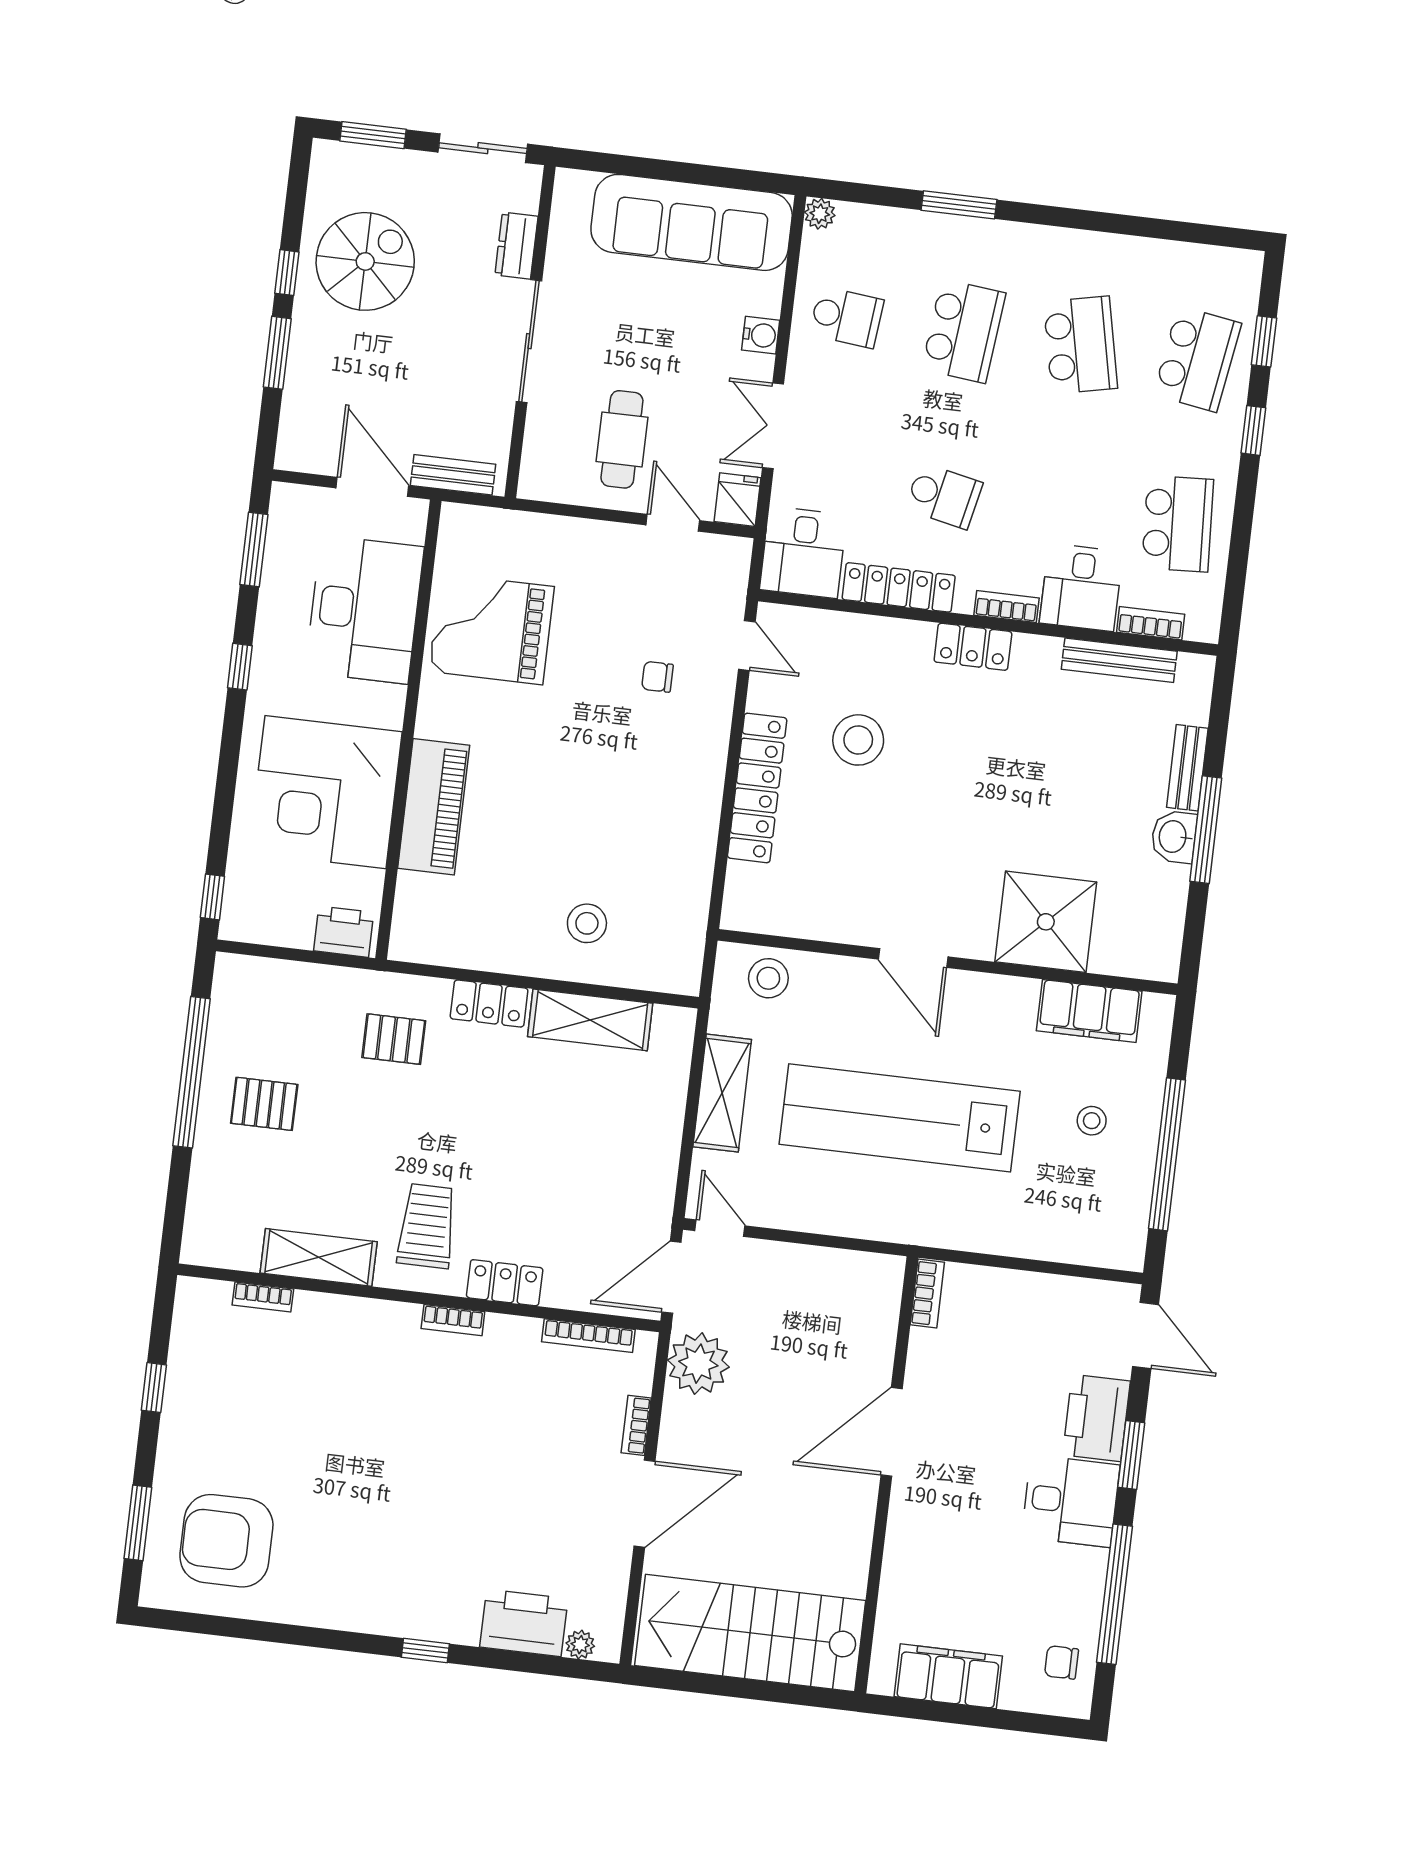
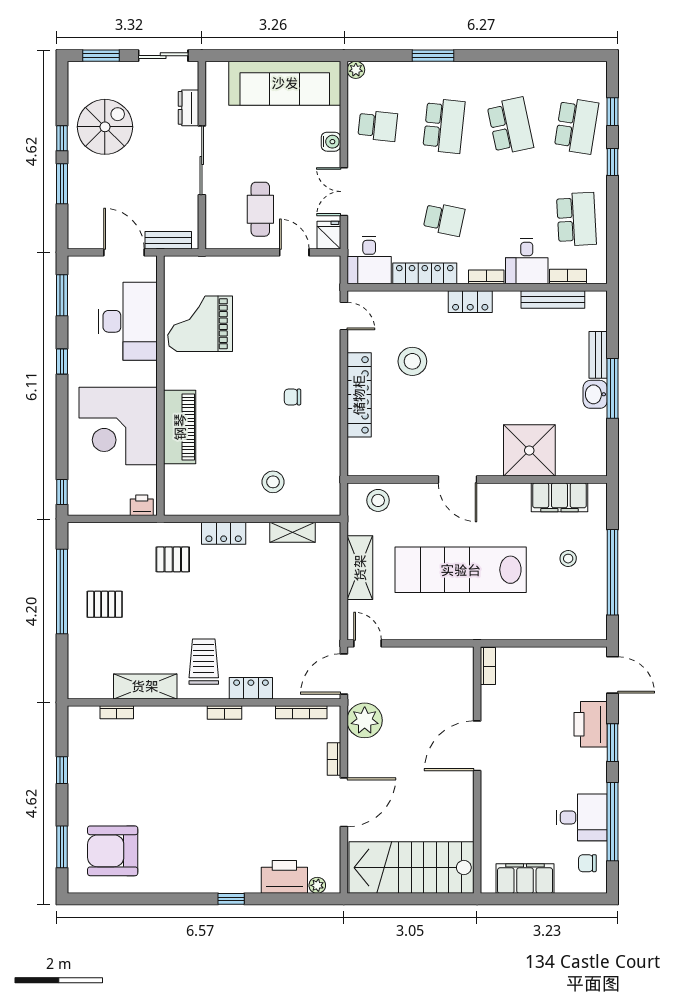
chair: (657, 677) -> (292, 397), moved
printer: (344, 932) -> (142, 505), width x0.73, depth x0.81
shelving: (590, 1020) -> (293, 532), width x0.67, depth x0.75
desk: (1071, 1501) -> (582, 817), moved

